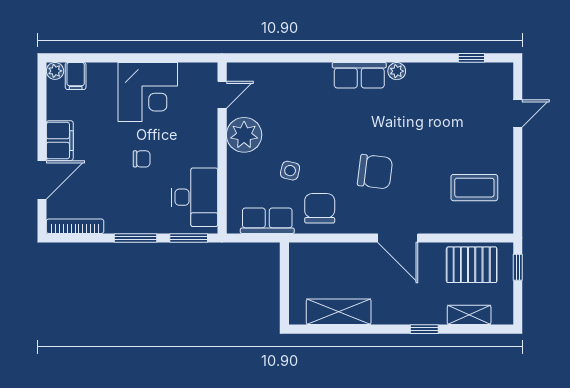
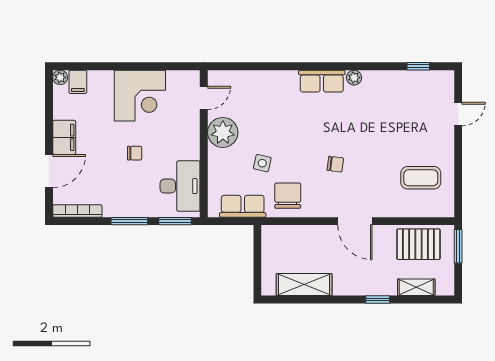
chair: (375, 172) -> (335, 164), width x0.54, depth x0.54
window: (518, 267) -> (458, 246), width x1.50

